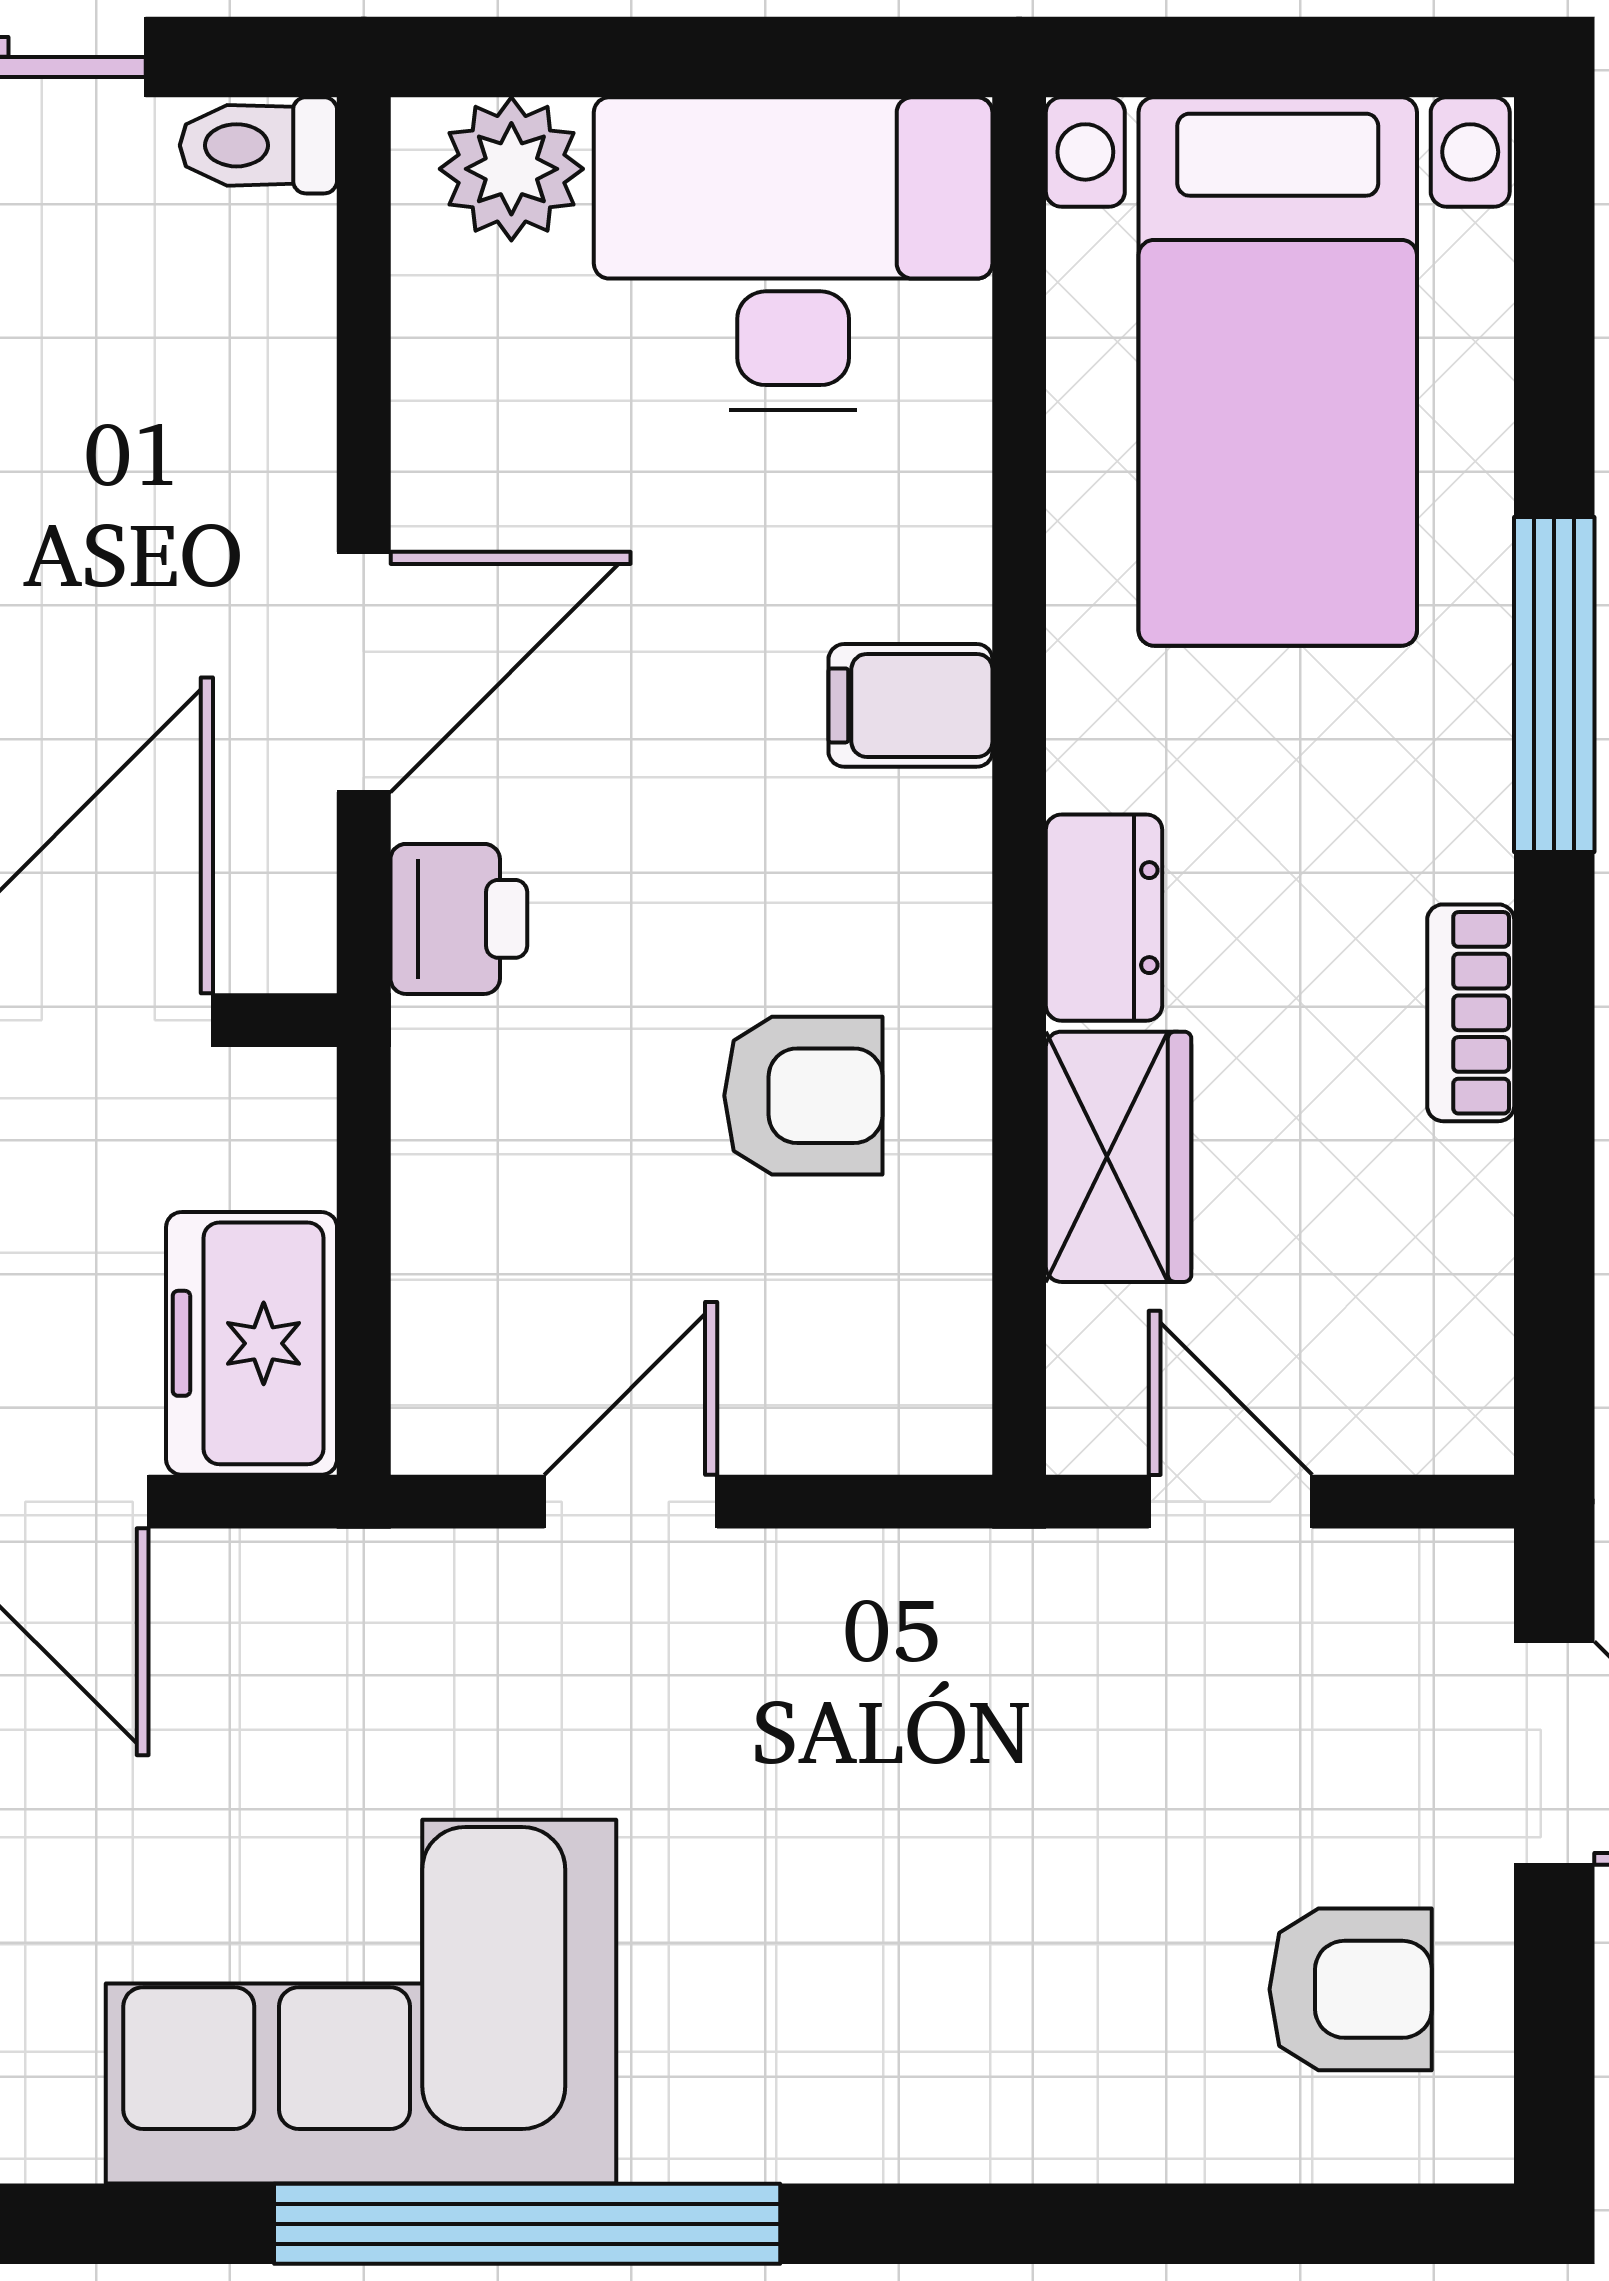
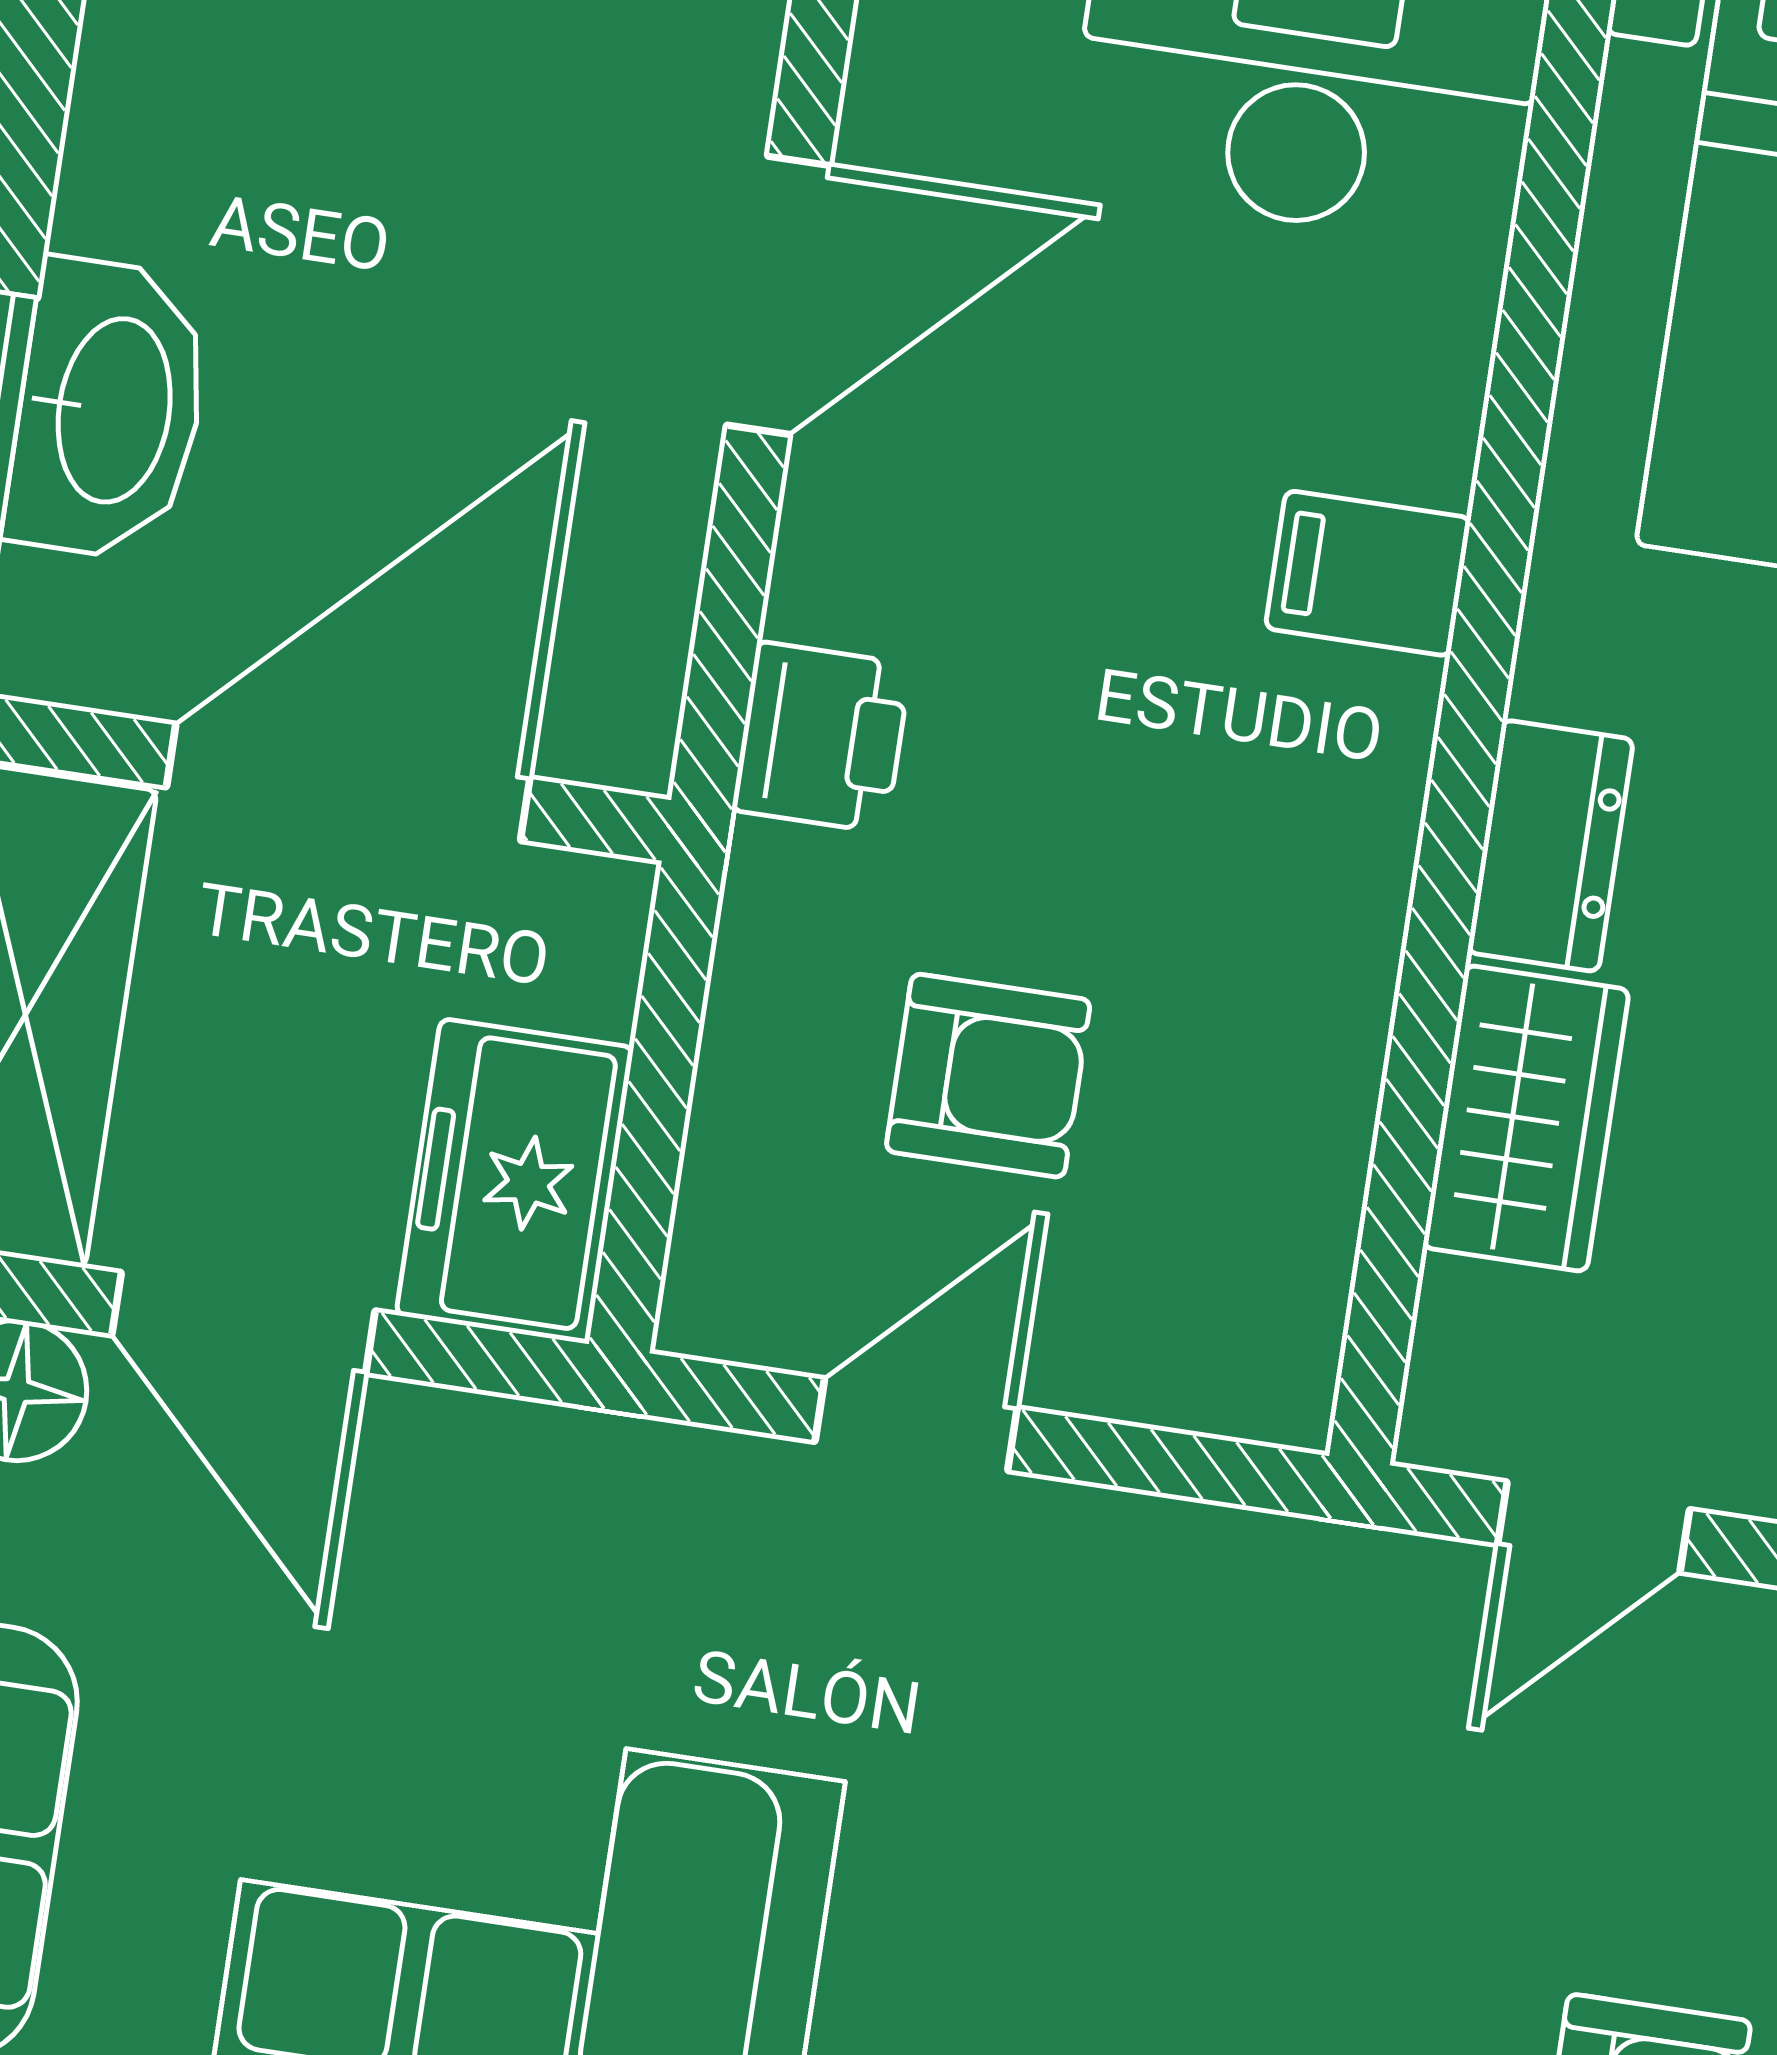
door: (364, 672) -> (778, 295), moved
armchair: (803, 1096) -> (988, 1076), moved
door: (1231, 1502) -> (1594, 1527), swing flipped

